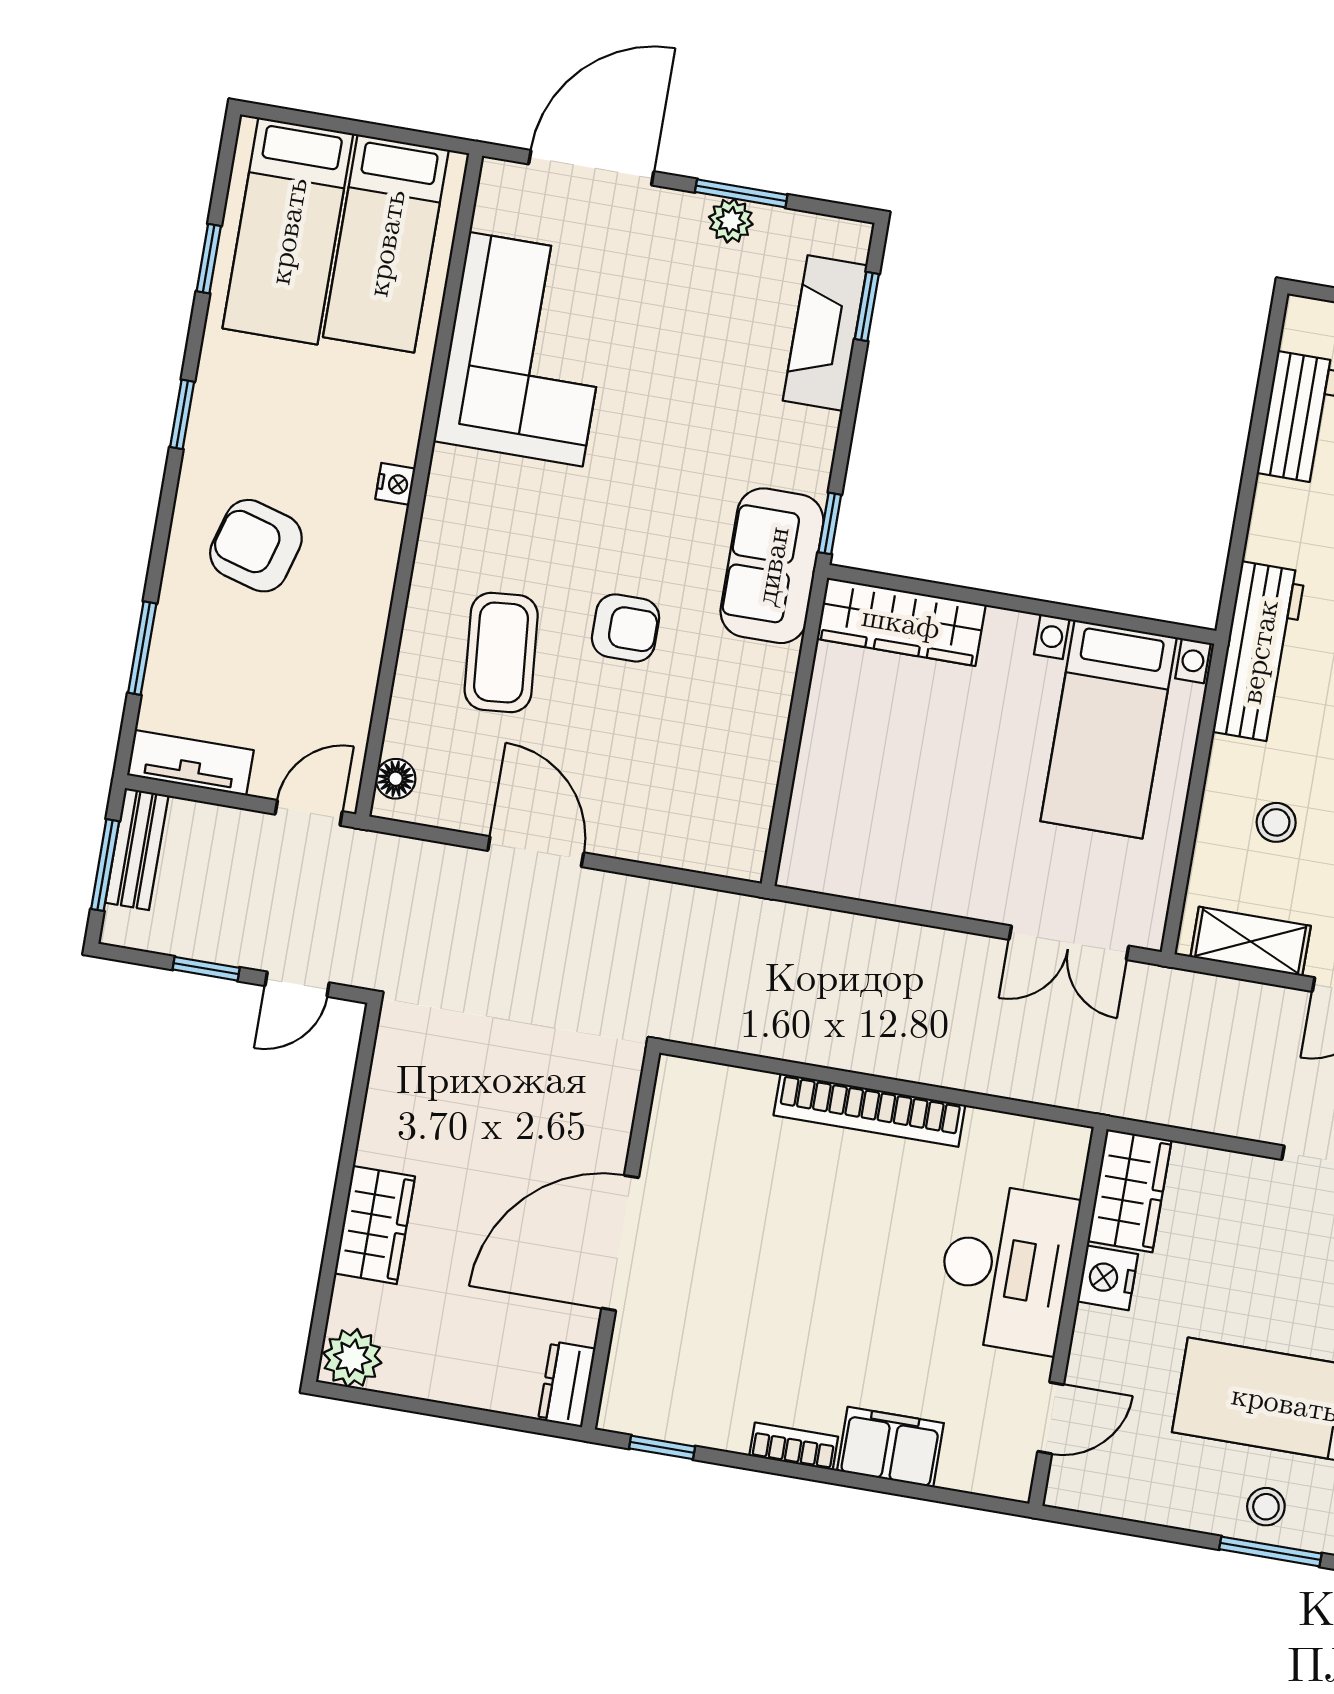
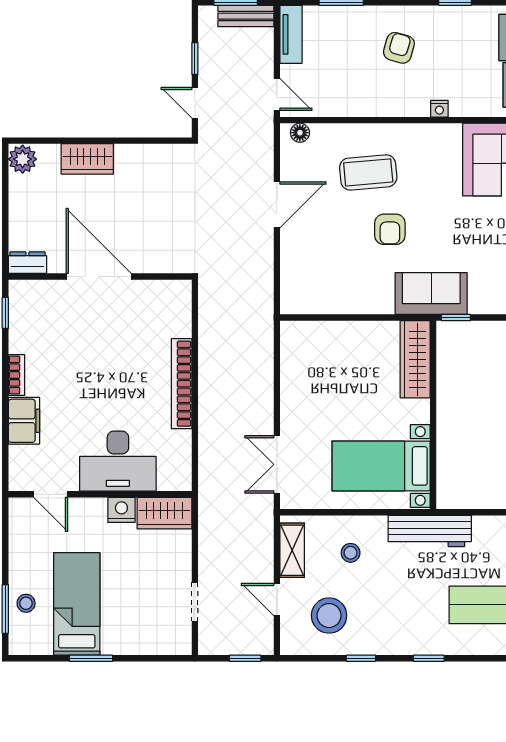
armchair: (256, 546) -> (399, 48), width x0.72, depth x0.72

